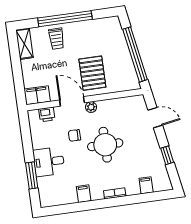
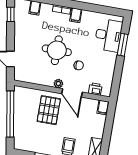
filing cabinet: (37, 95) -> (103, 107), width x0.50
window: (167, 155) -> (11, 14), moved
desk: (49, 162) -> (108, 35), moved, width x1.37
filing cabinet: (84, 194) -> (76, 15), moved

